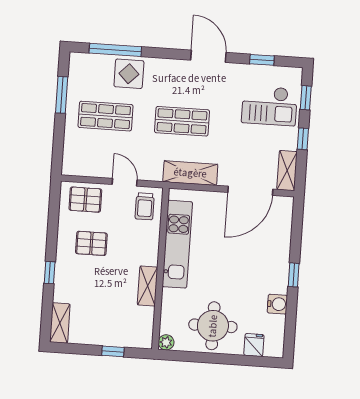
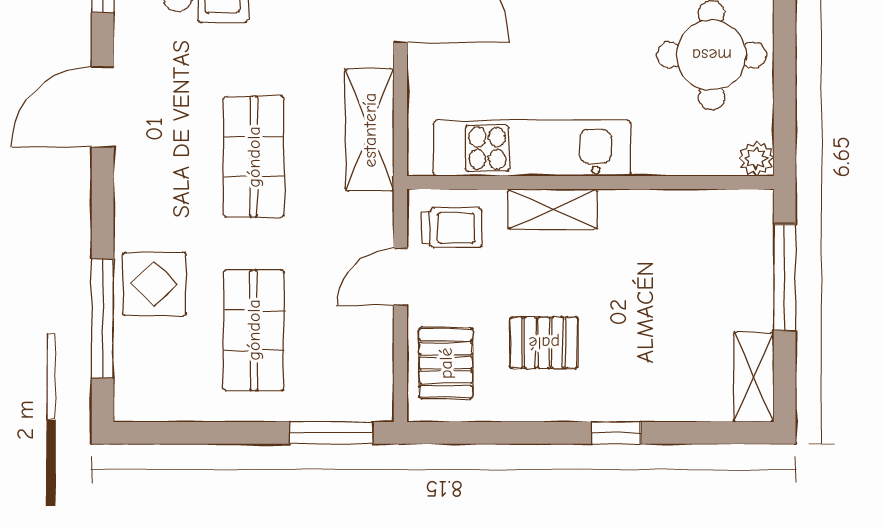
window: (62, 95) -> (331, 433), moved
pallet: (91, 243) -> (544, 343), turned 90
shelving: (148, 286) -> (552, 209), moved
shelving: (60, 323) -> (754, 377), moved, turned 90
window: (113, 351) -> (785, 277), width x2.17

